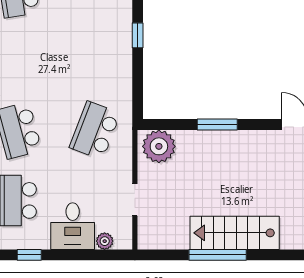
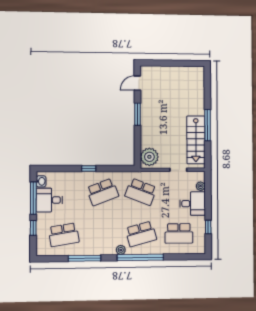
school desk: (95, 60) -> (103, 192), added
window: (217, 124) -> (137, 114), moved
stairs: (235, 233) -> (196, 140), moved

